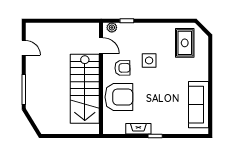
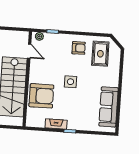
side table: (149, 60) -> (70, 82), moved
armchair: (122, 68) -> (79, 48), moved

